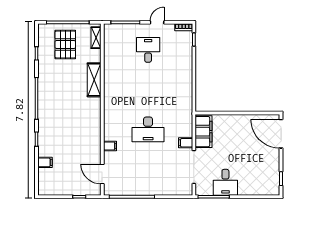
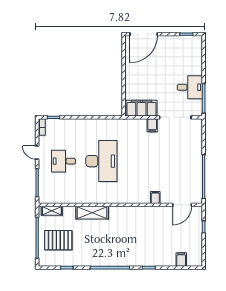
desk: (148, 129) -> (101, 161), moved, width x1.36, depth x1.30
filing cabinet: (45, 162) -> (181, 259), moved

